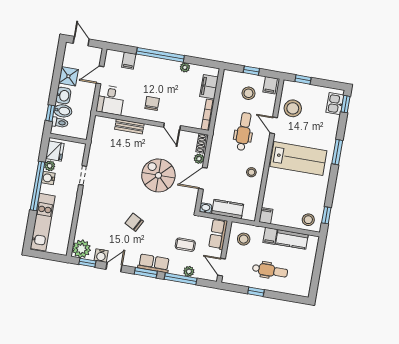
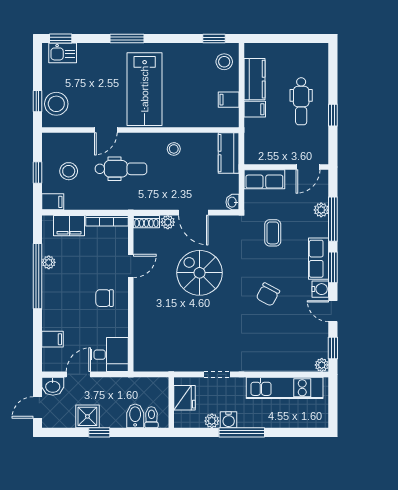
window: (160, 55) -> (38, 276), moved
door: (100, 75) -> (78, 374), swing flipped
filing cabinet: (270, 85) -> (53, 202), moved
washbasin: (63, 96) -> (53, 386), moved, turned 180
stool: (293, 108) -> (56, 104), moved
window: (50, 113) -> (99, 432), moved
bench: (129, 126) -> (141, 323), removed
dental chair: (244, 131) -> (121, 169), turned 180
fridge: (55, 151) -> (184, 398), moved, turned 90
lab bench: (298, 159) -> (145, 89), turned 180
spiral stairs: (158, 175) -> (200, 273), turned 90
window: (38, 186) -> (242, 432), width x0.68
kitchen counter: (228, 209) -> (229, 153), moved
filing cabinet: (266, 216) -> (229, 100), moved
kitchen unit: (43, 222) -> (285, 388), moved, turned 180
stool: (244, 239) -> (265, 144), removed
coffee table: (185, 245) -> (273, 233), moved
plant: (81, 249) -> (322, 365), width x0.53, depth x0.53
water cooler: (101, 256) -> (320, 289), moved
dental chair: (270, 270) -> (301, 101), turned 180

